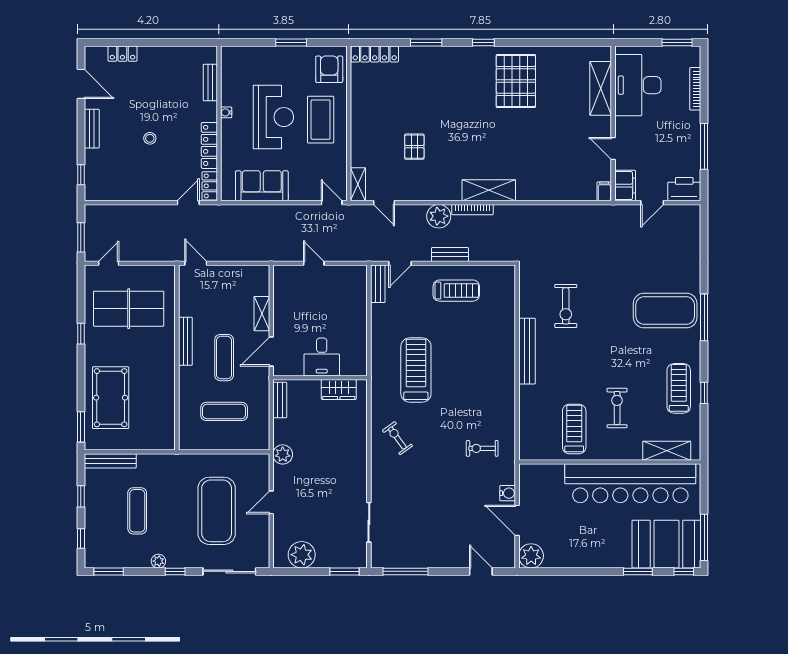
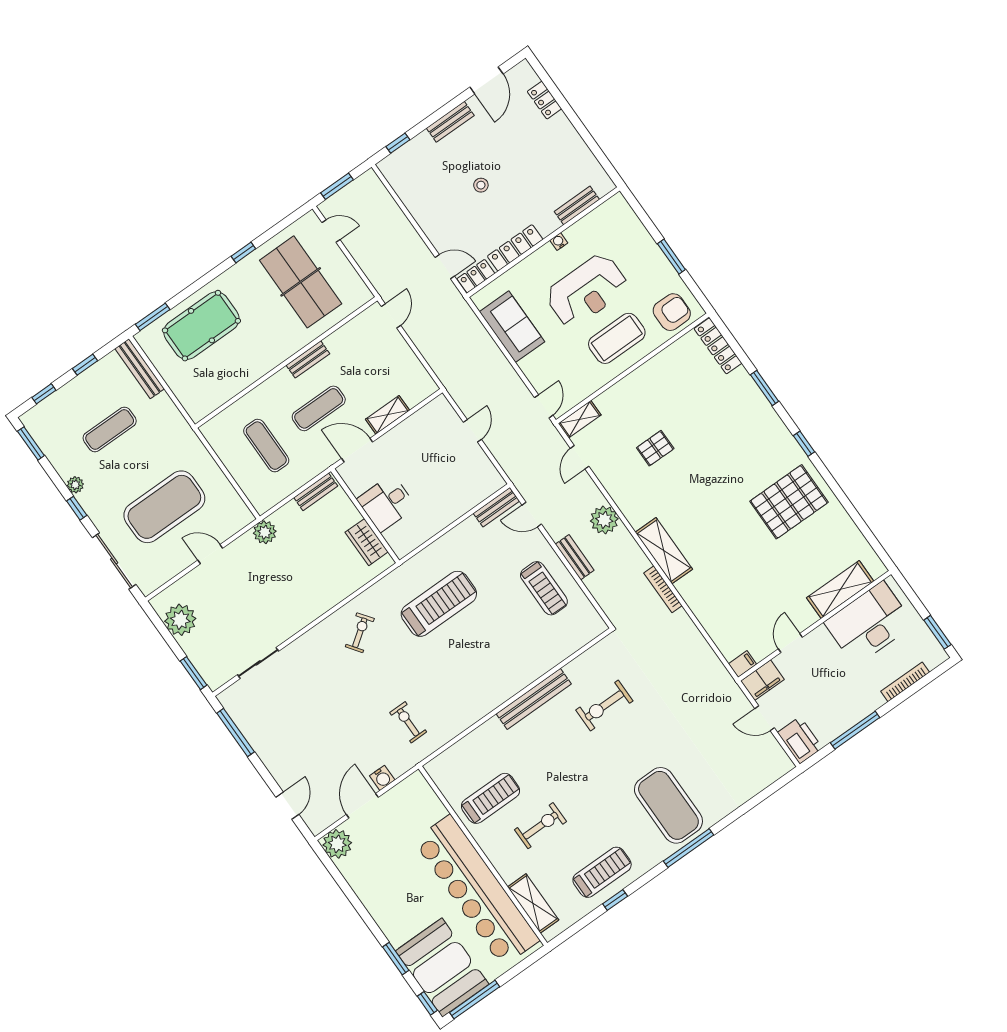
bookcase: (473, 210) -> (663, 589), moved
bench: (185, 341) -> (308, 359), width x0.73

